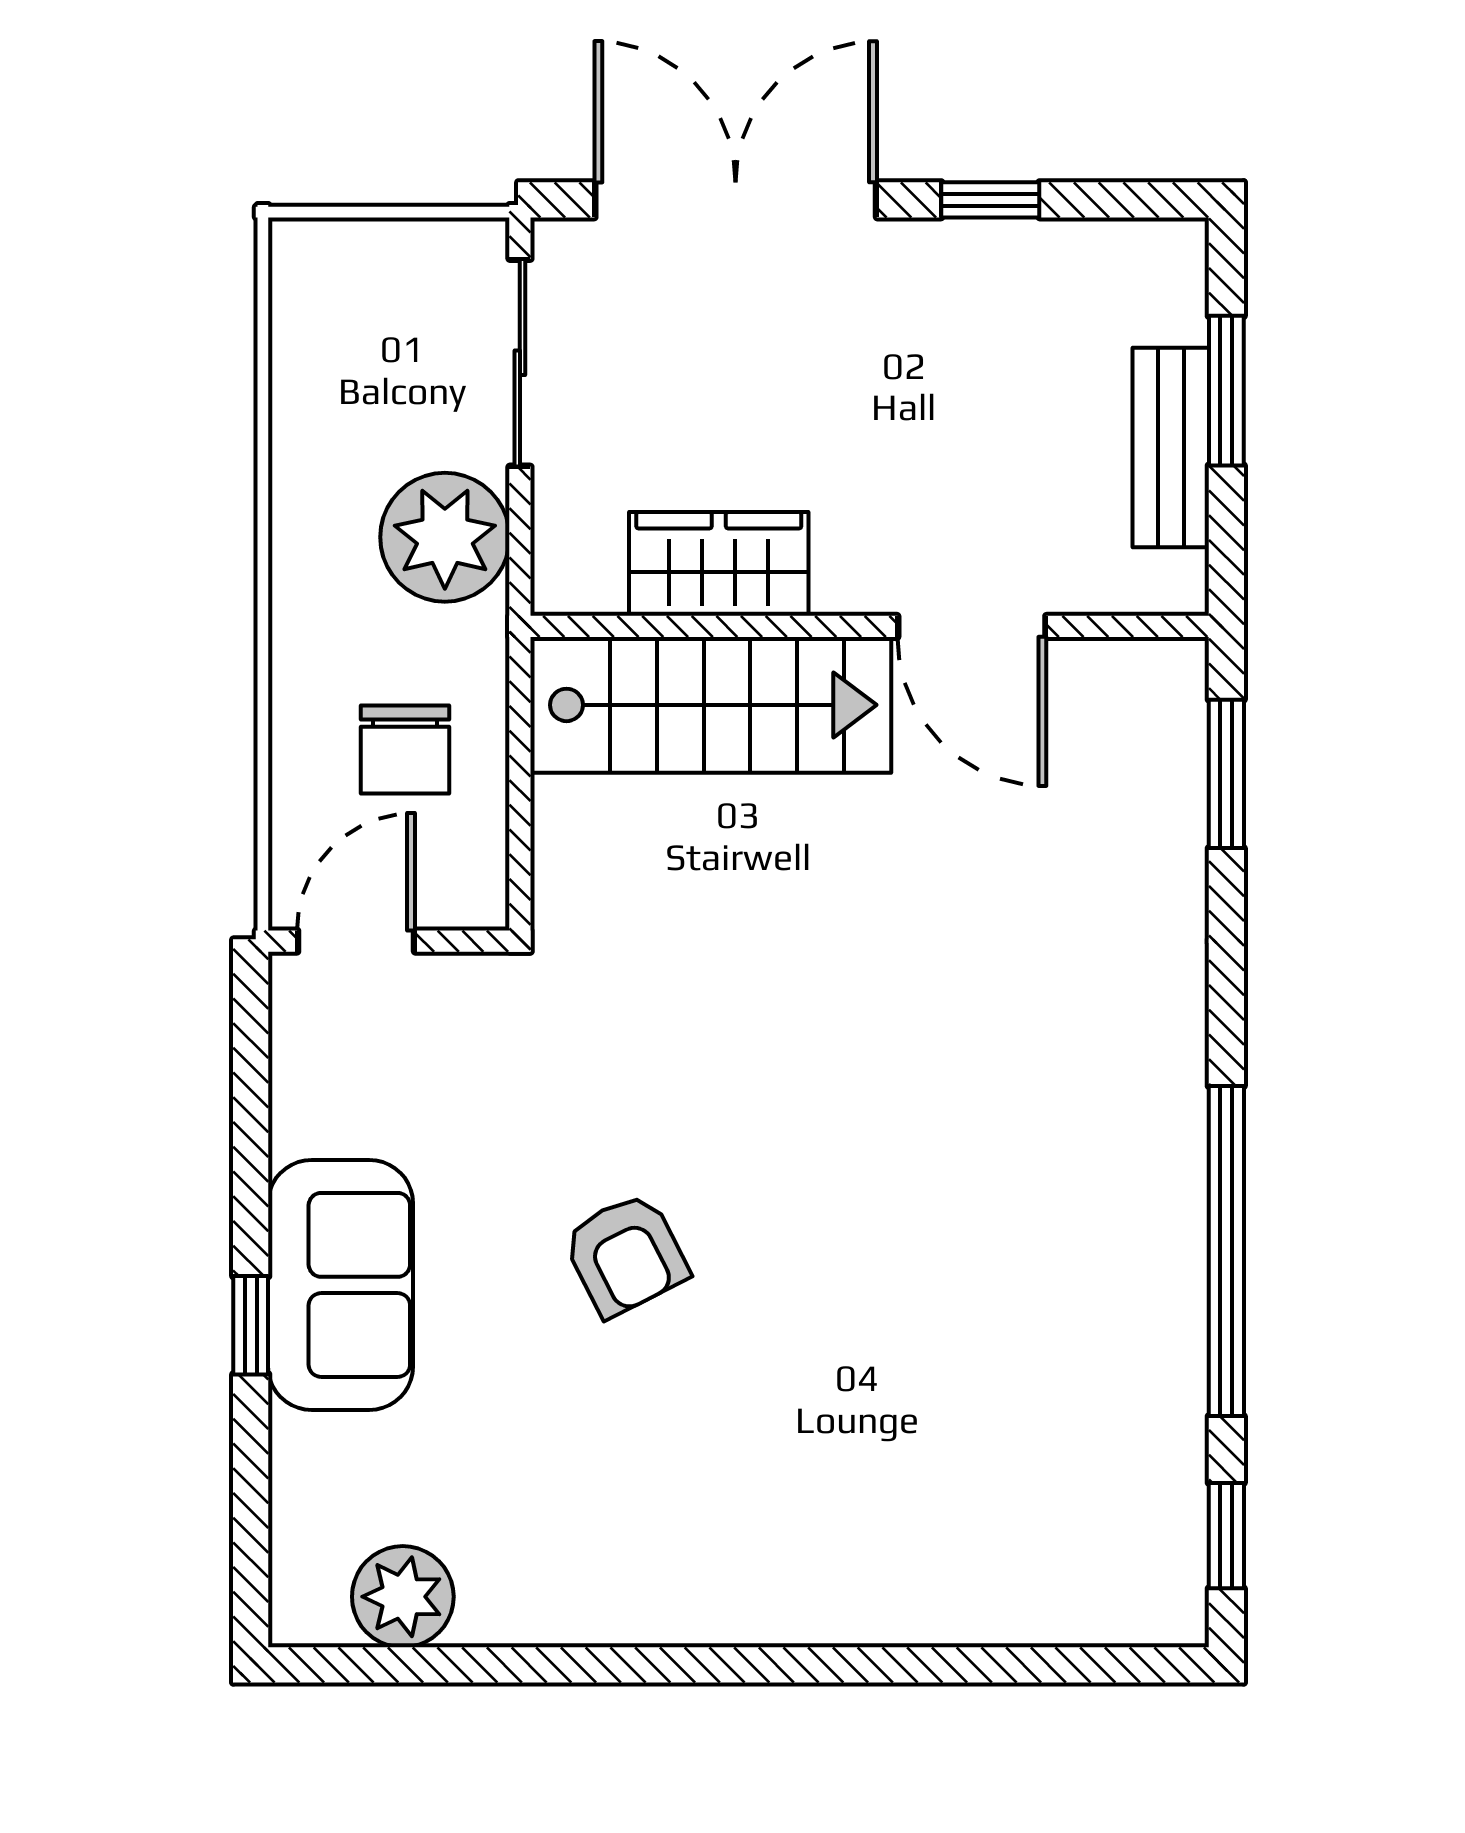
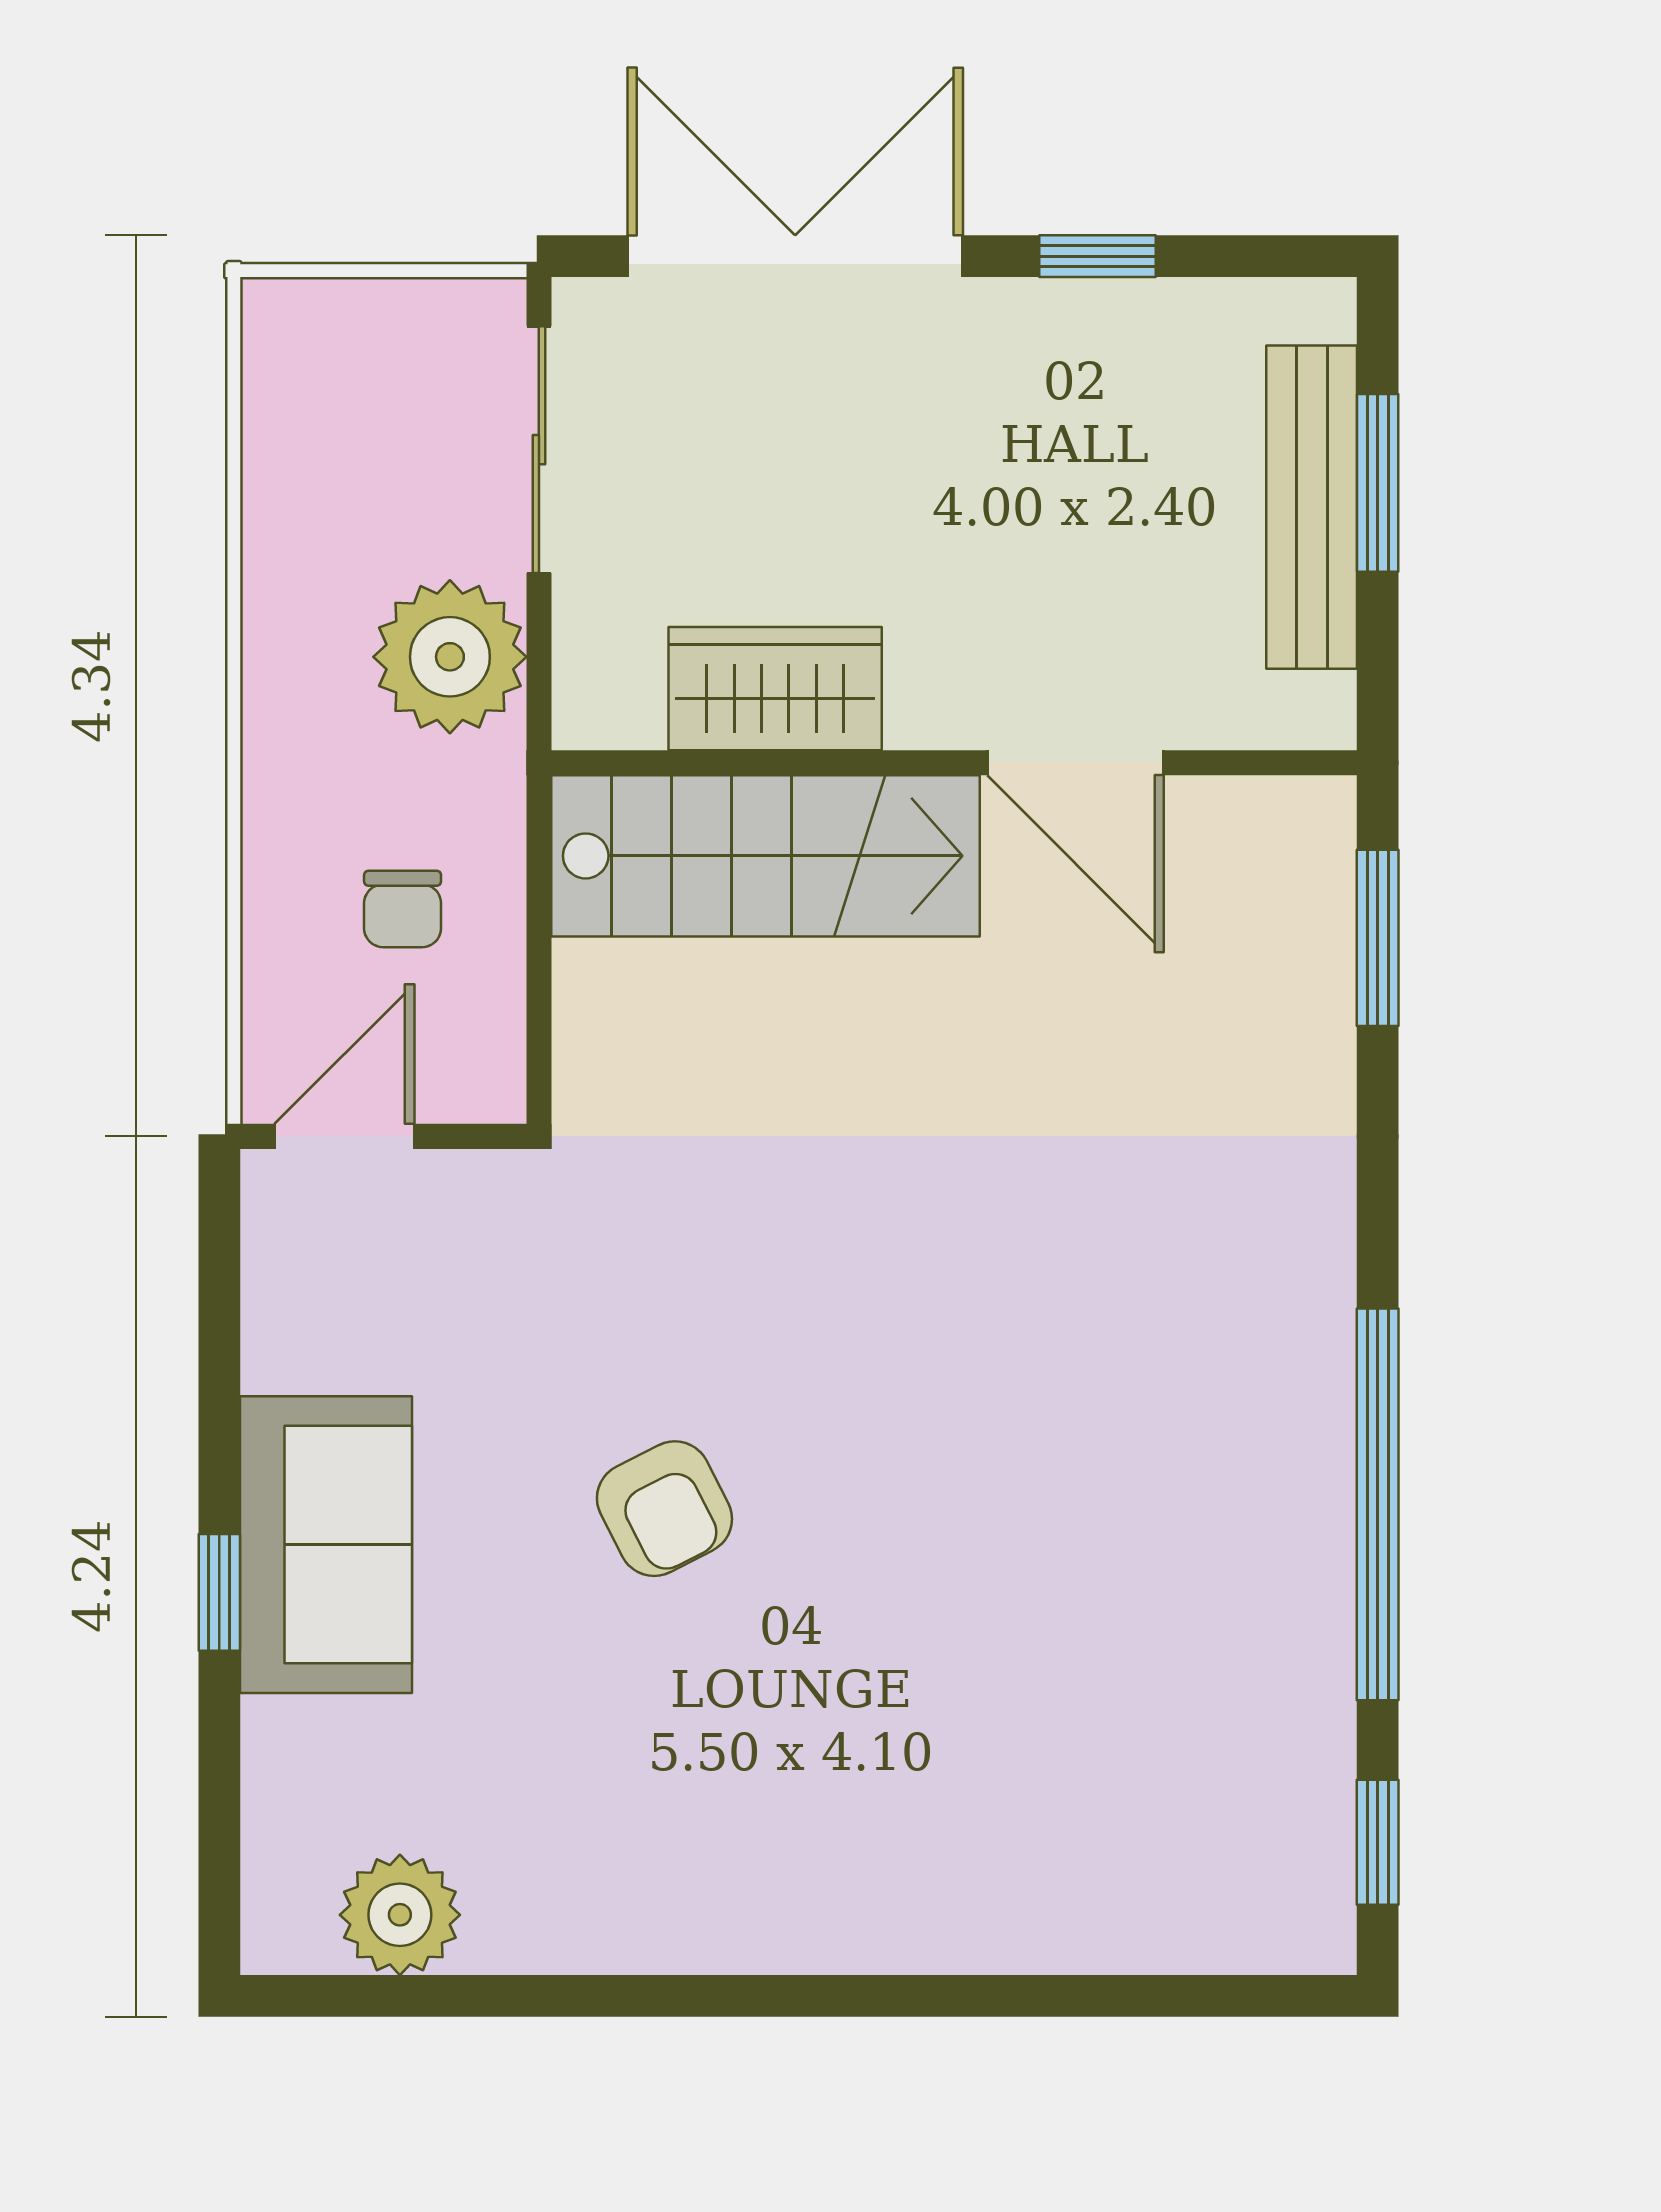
bench: (1171, 448) -> (1312, 507), width x1.36
chair: (405, 750) -> (403, 909), width x0.73, depth x0.73

